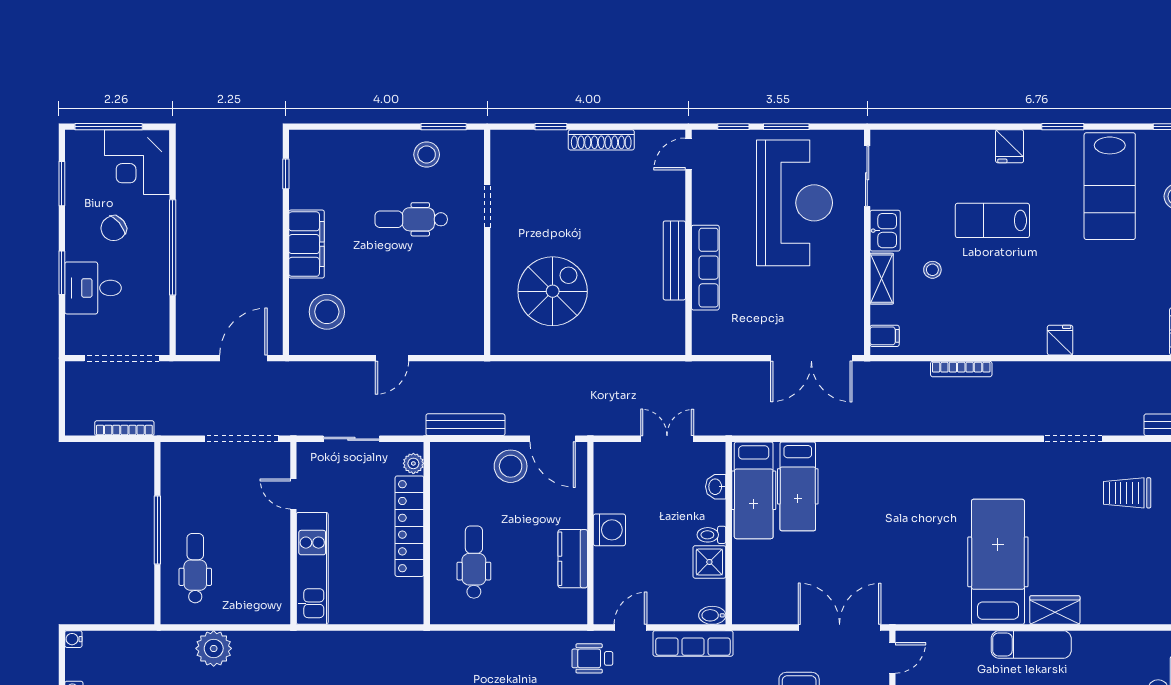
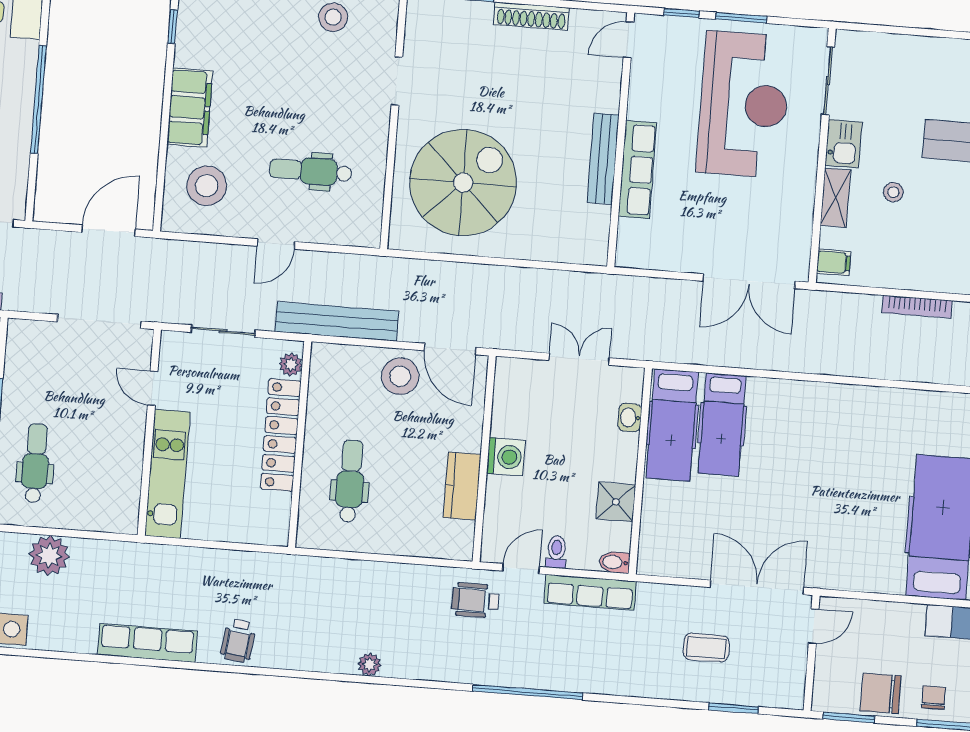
dental chair: (411, 219) -> (311, 171), moved
spiral stairs: (553, 291) -> (463, 183), width x1.37, depth x1.37
bench: (465, 425) -> (337, 321), width x1.37, depth x1.21
toilet: (711, 535) -> (556, 552), moved, turned 90

